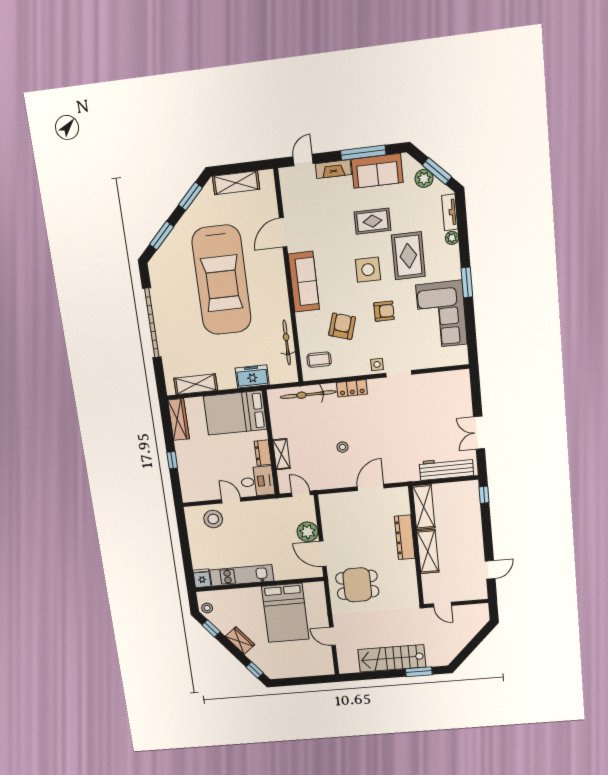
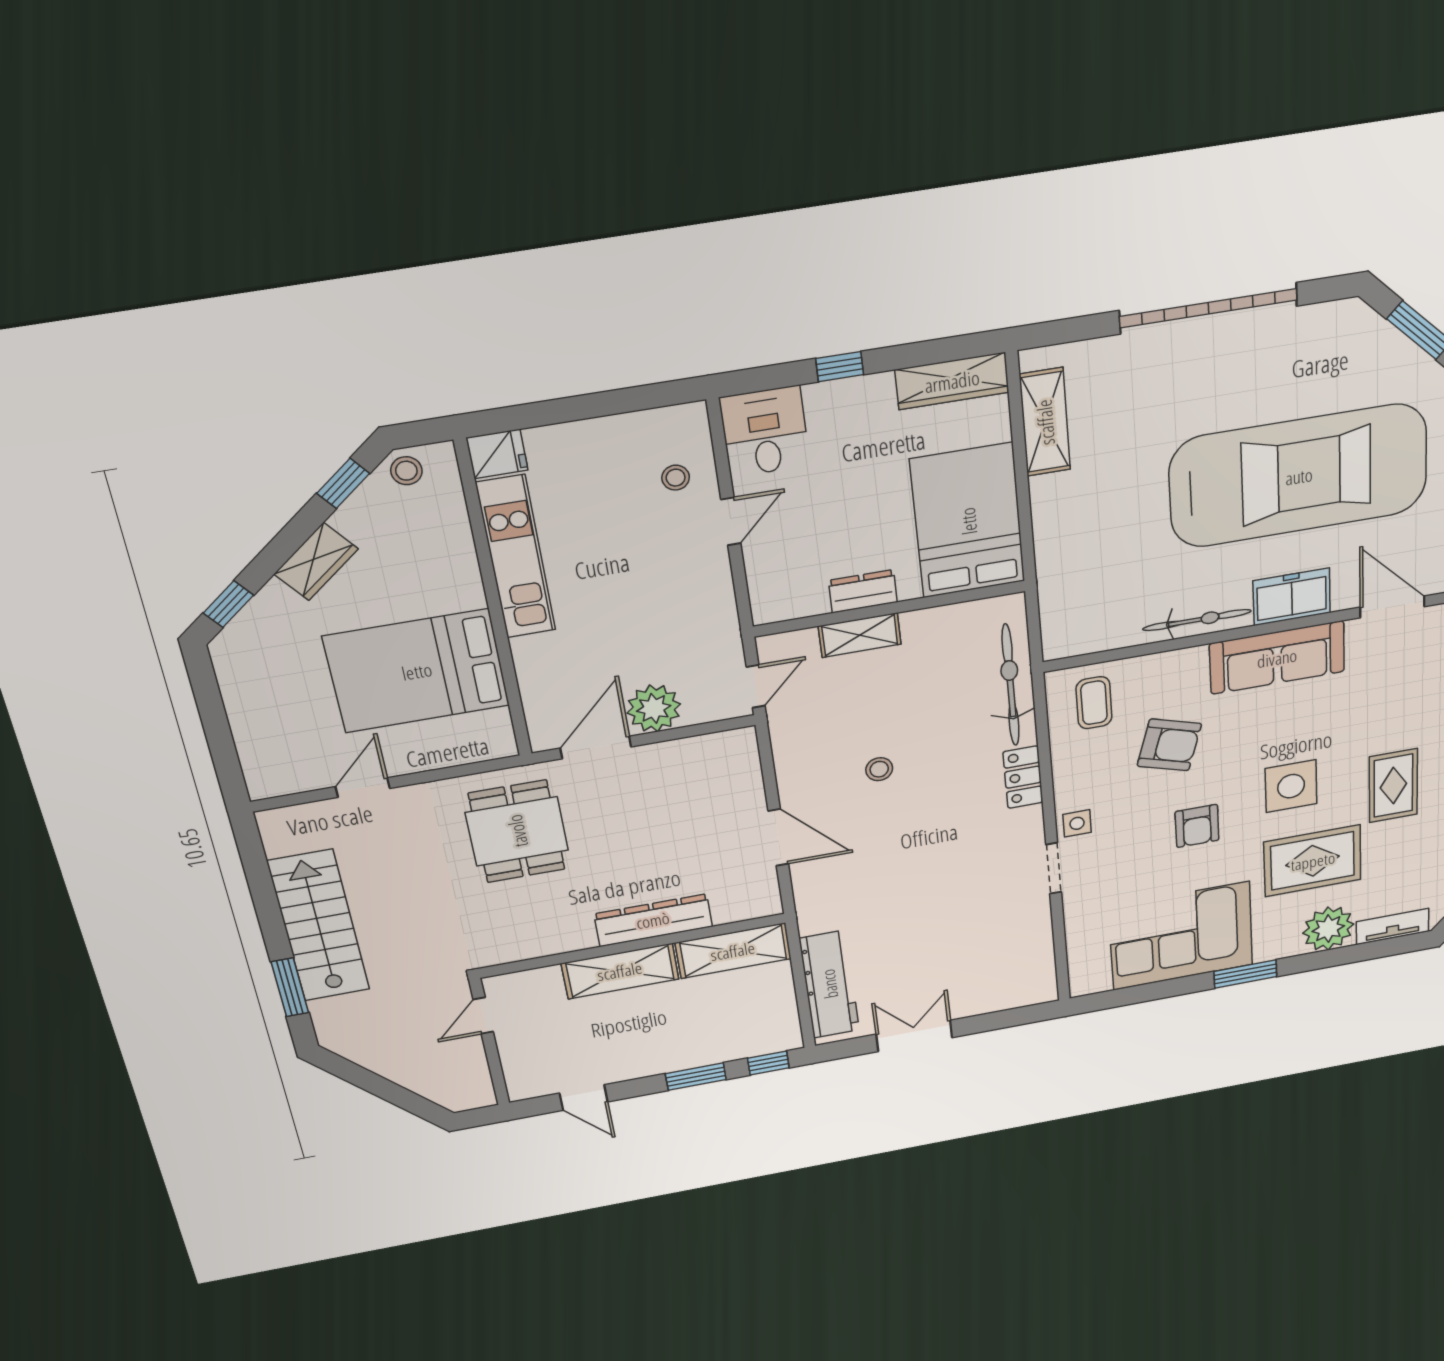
plant: (452, 238) -> (1328, 929), width x1.88, depth x1.88
car: (222, 280) -> (1299, 476), turned 180
bicycle: (287, 342) -> (1197, 620), moved
freezer: (252, 376) -> (1292, 597), moved, turned -90
desk: (257, 481) -> (765, 432), moved, turned 180
stool: (213, 519) -> (676, 478), width x0.53, depth x0.53
window: (486, 525) -> (696, 1077), added

